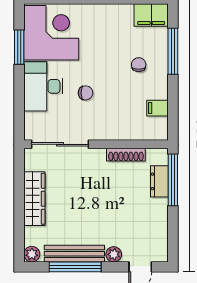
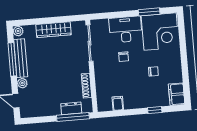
window: (173, 51) -> (155, 110), width x0.46
chair: (139, 65) -> (153, 71), moved

